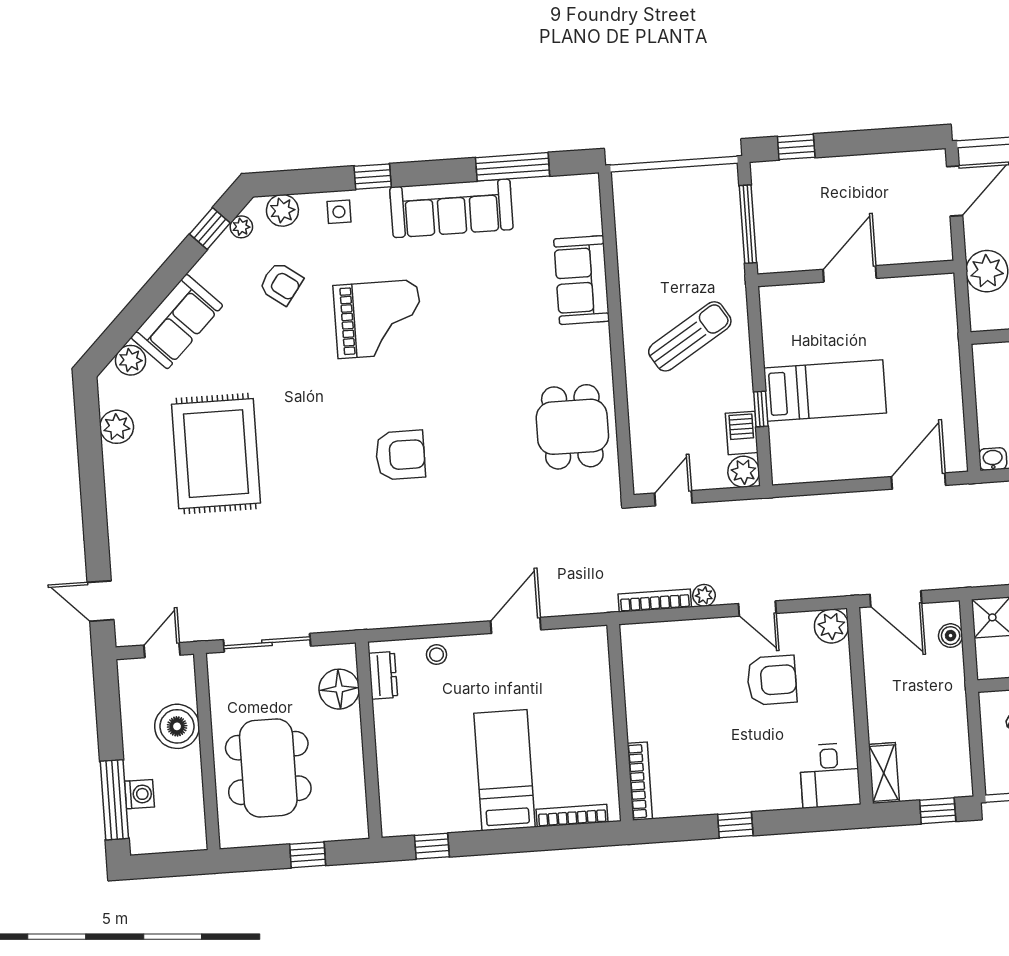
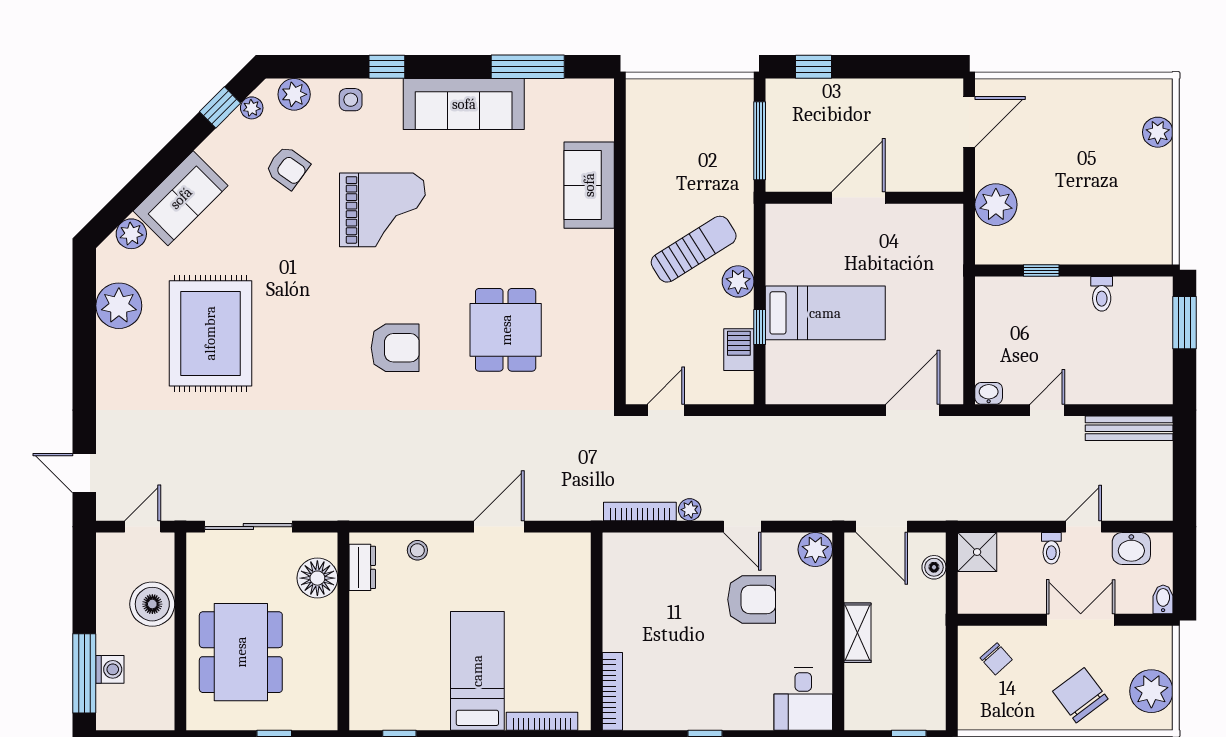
plant: (117, 427) -> (119, 306), width x1.36, depth x1.36
dining table: (572, 427) -> (506, 330), moved
plant: (744, 472) -> (738, 281), moved
shelving: (884, 773) -> (857, 633), moved

